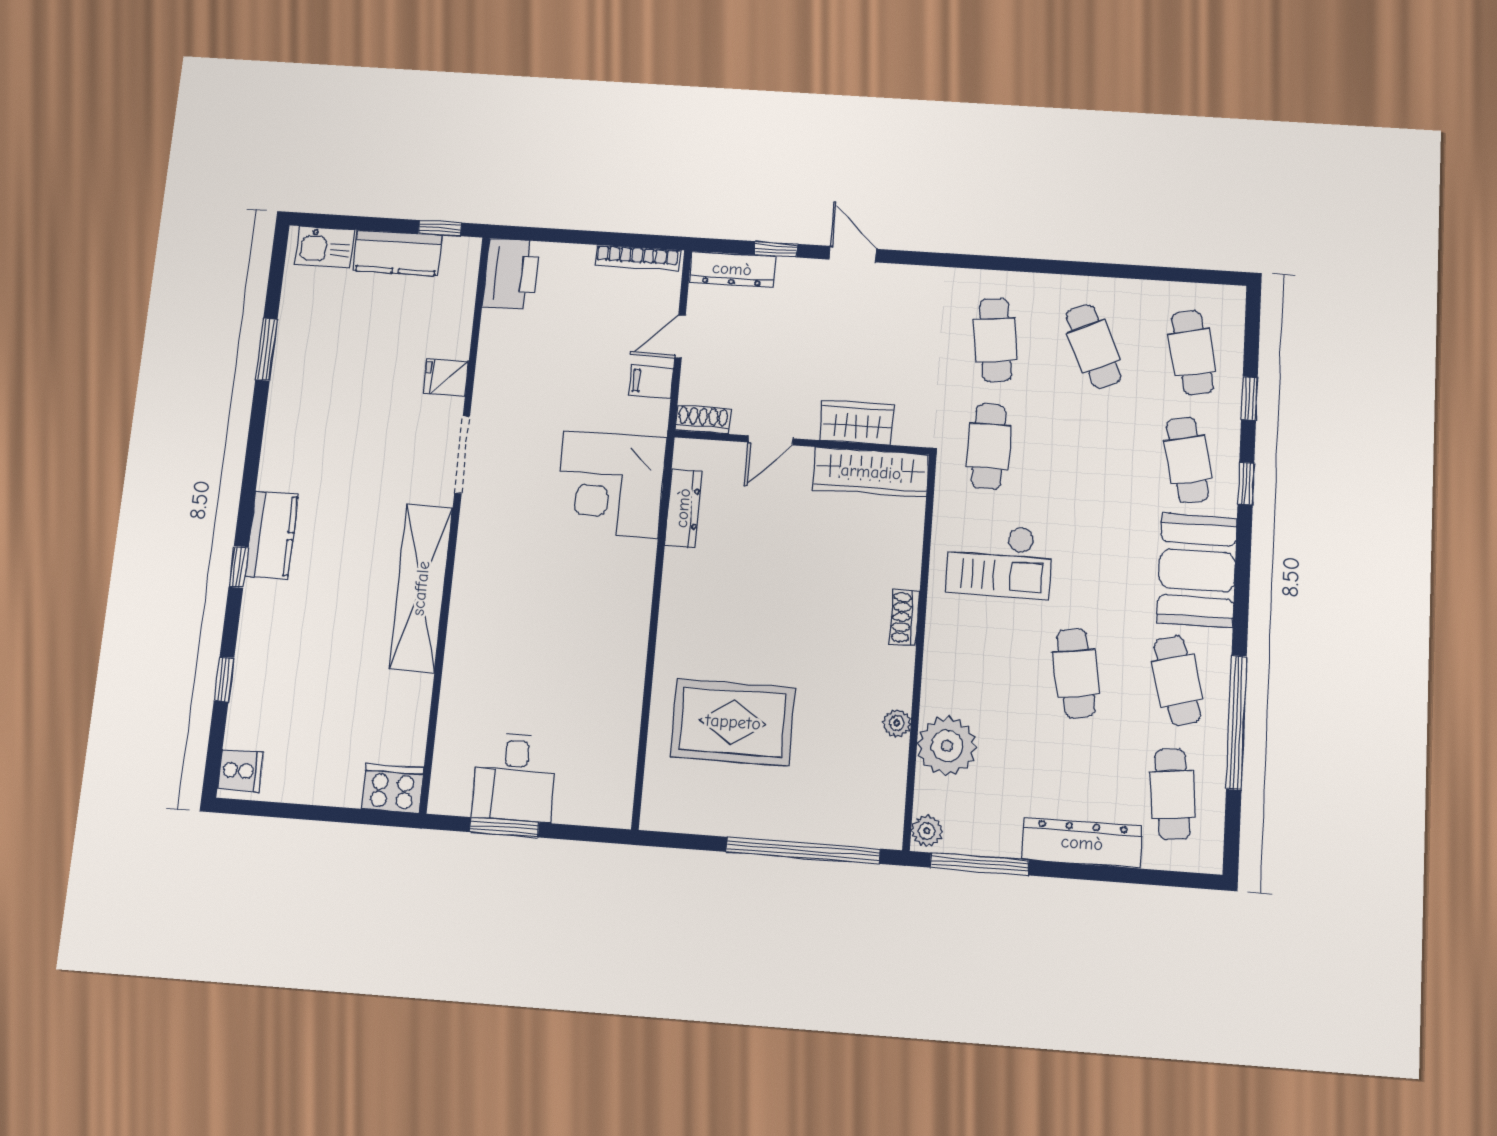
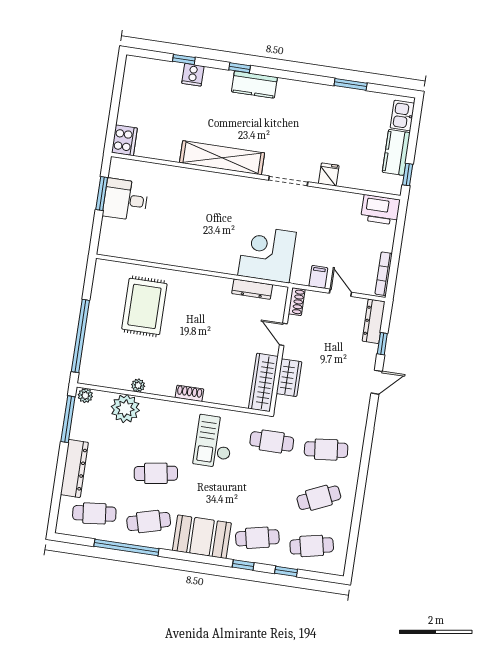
cooker: (241, 771) -> (193, 75), moved

